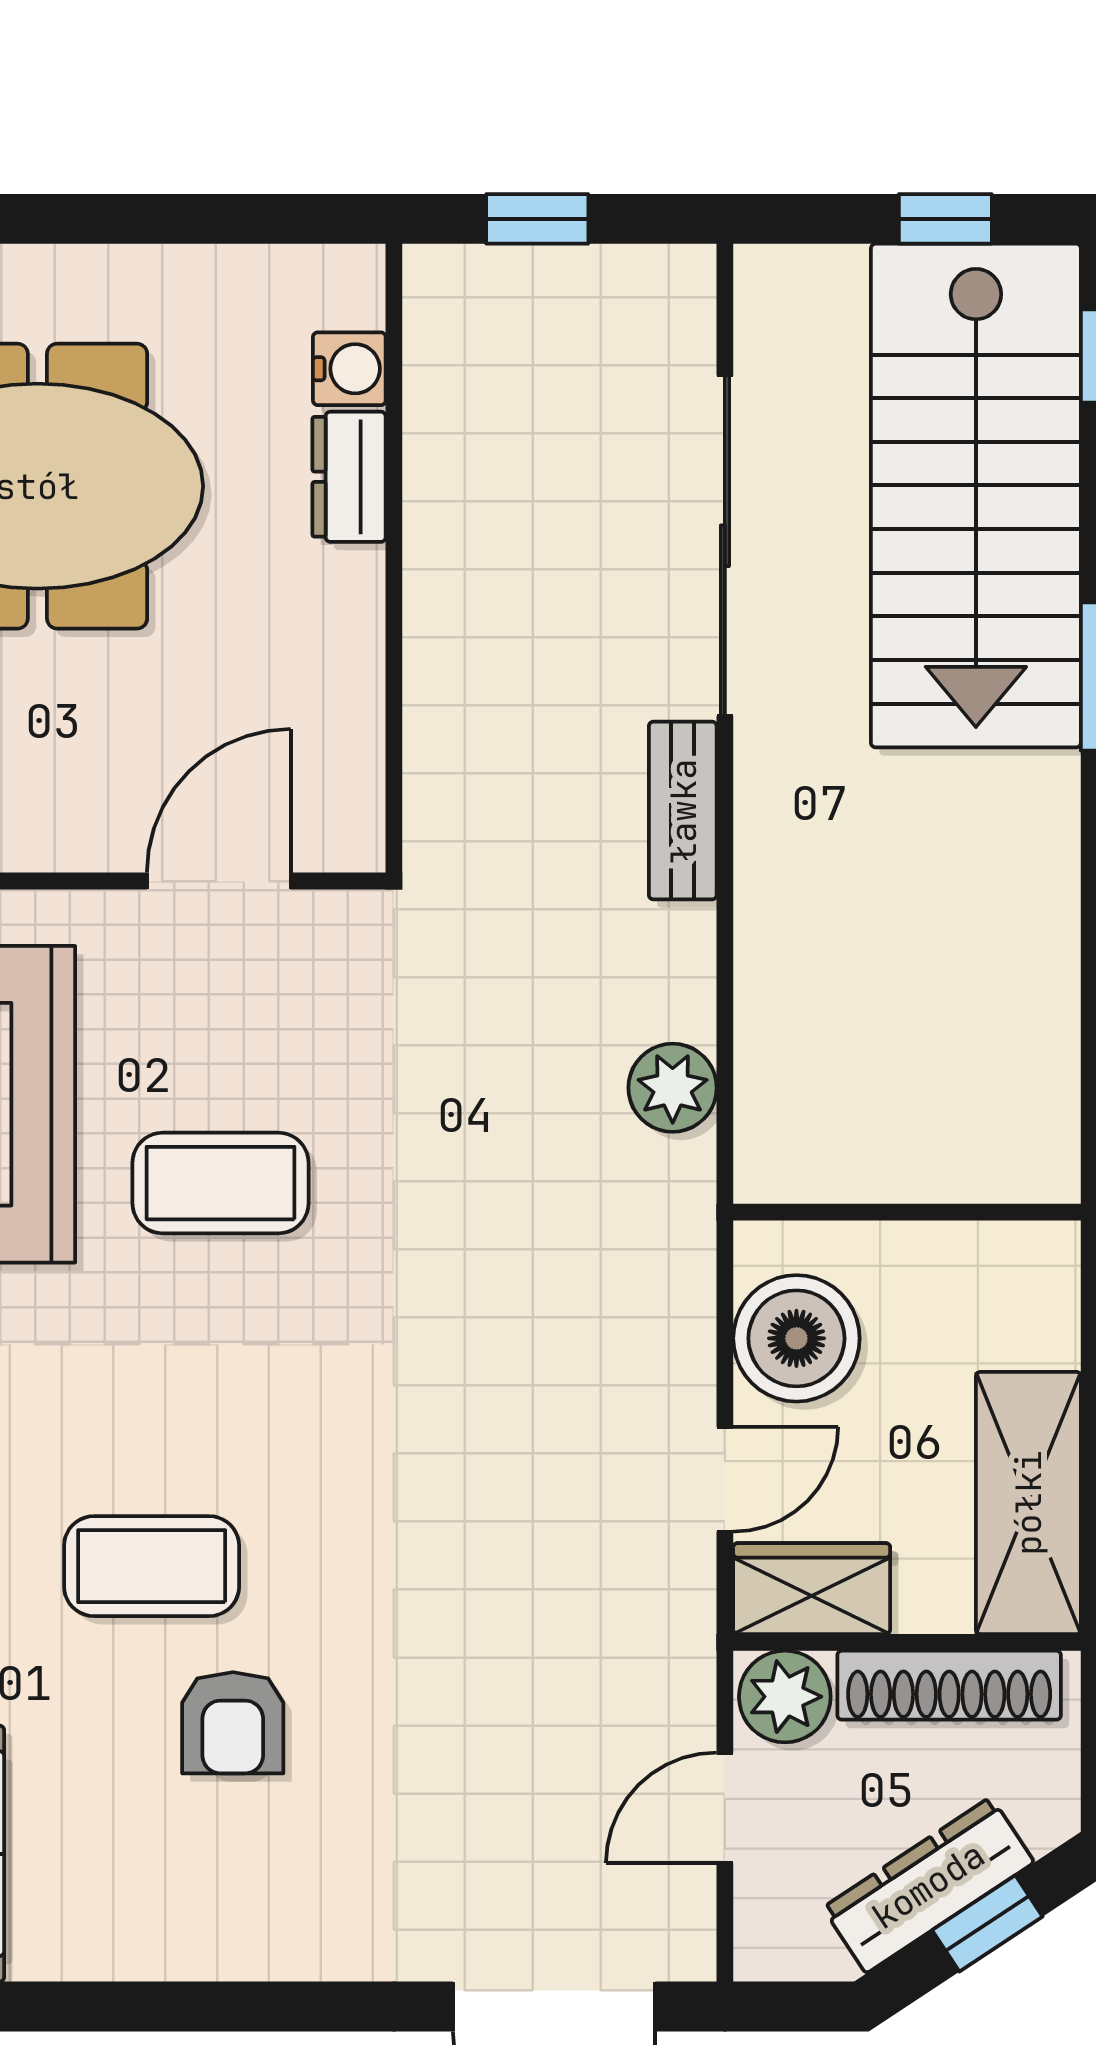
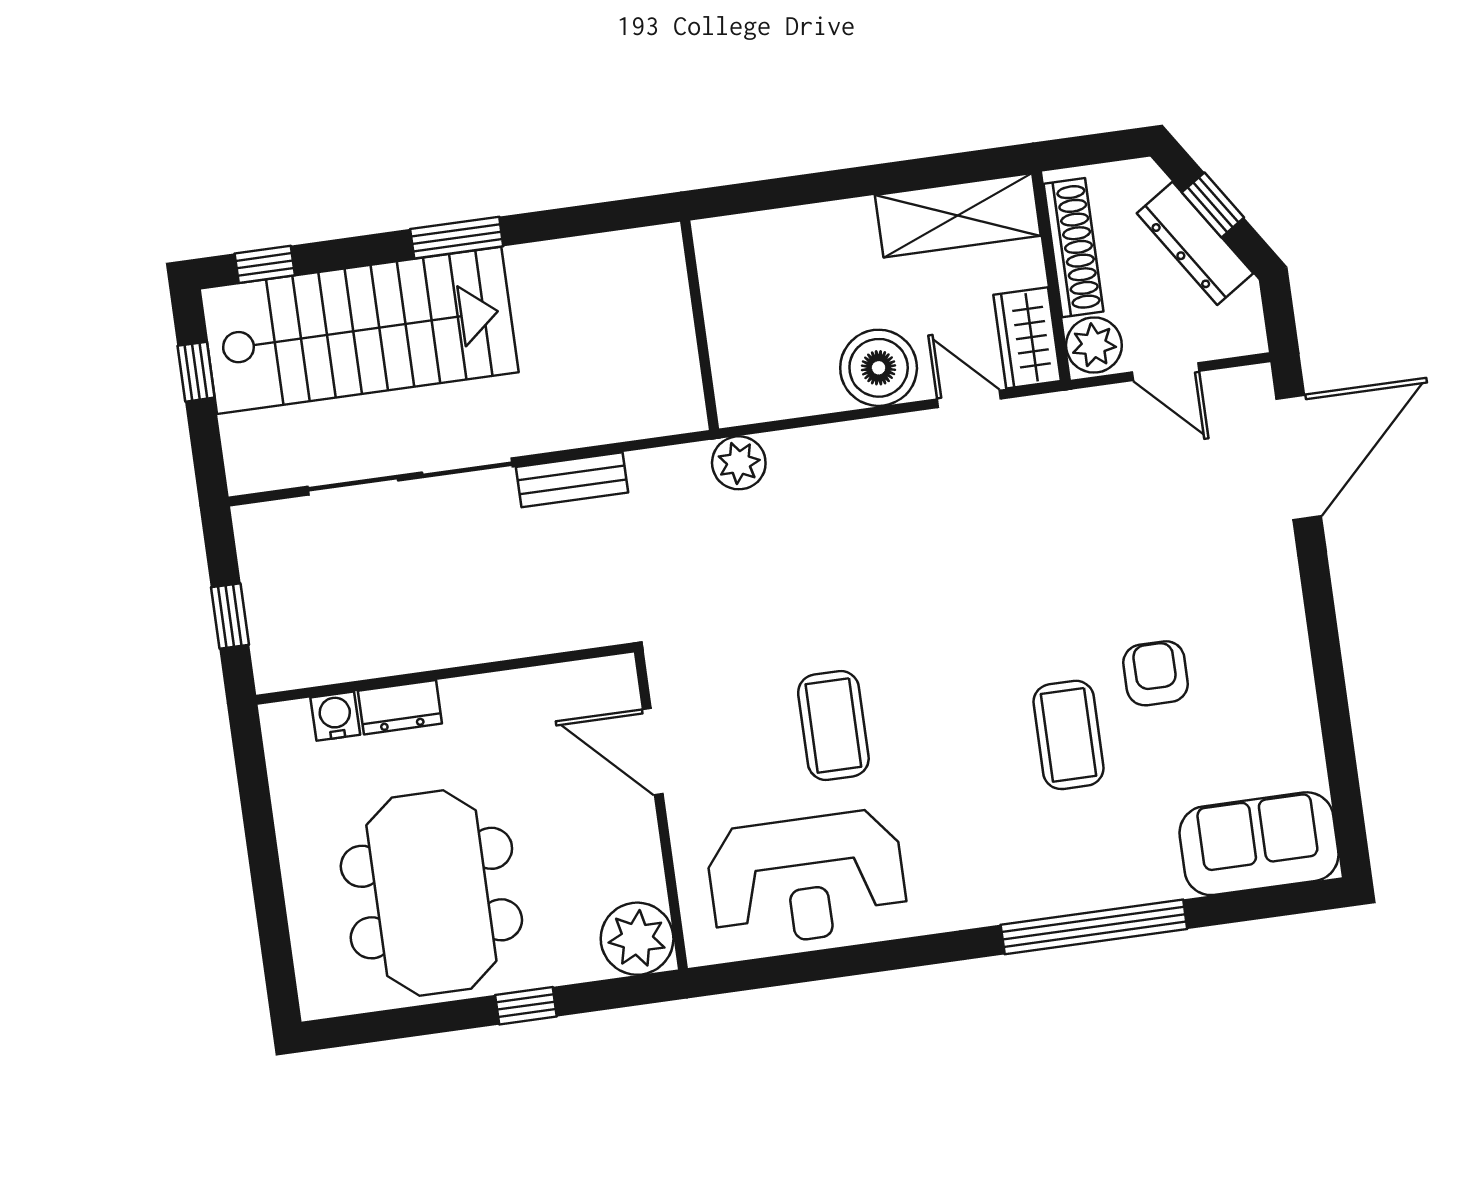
wall: (907, 1212) -> (700, 325), moved
armchair: (233, 1723) -> (1156, 673), turned -90

